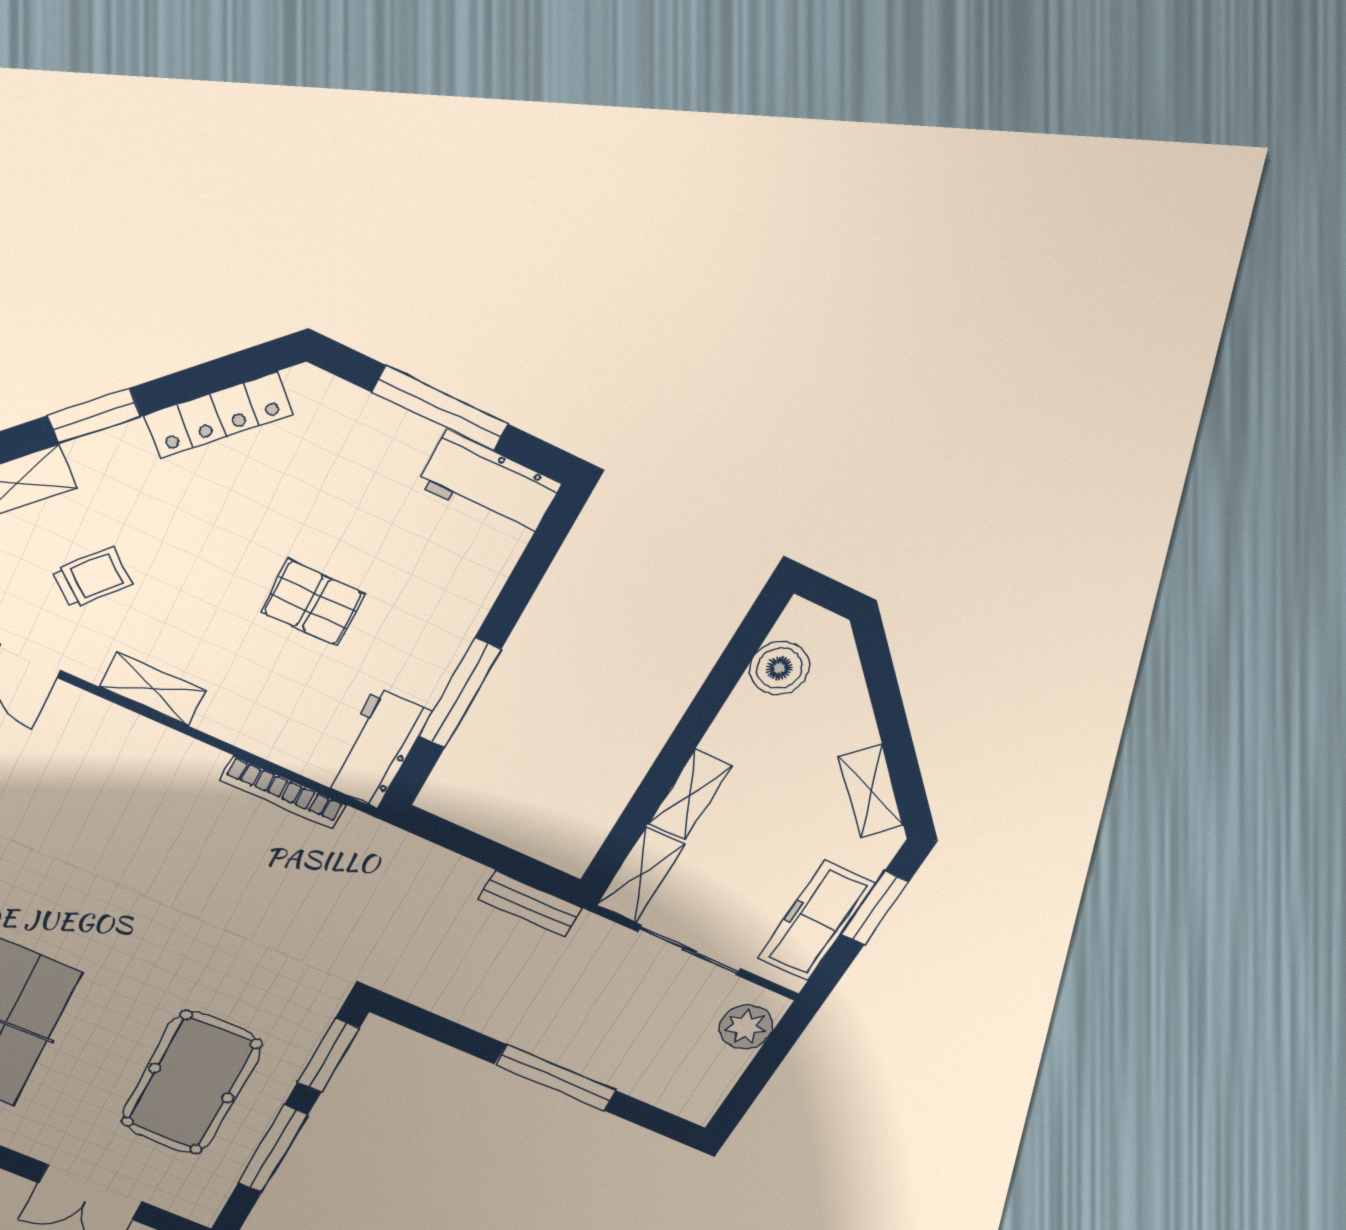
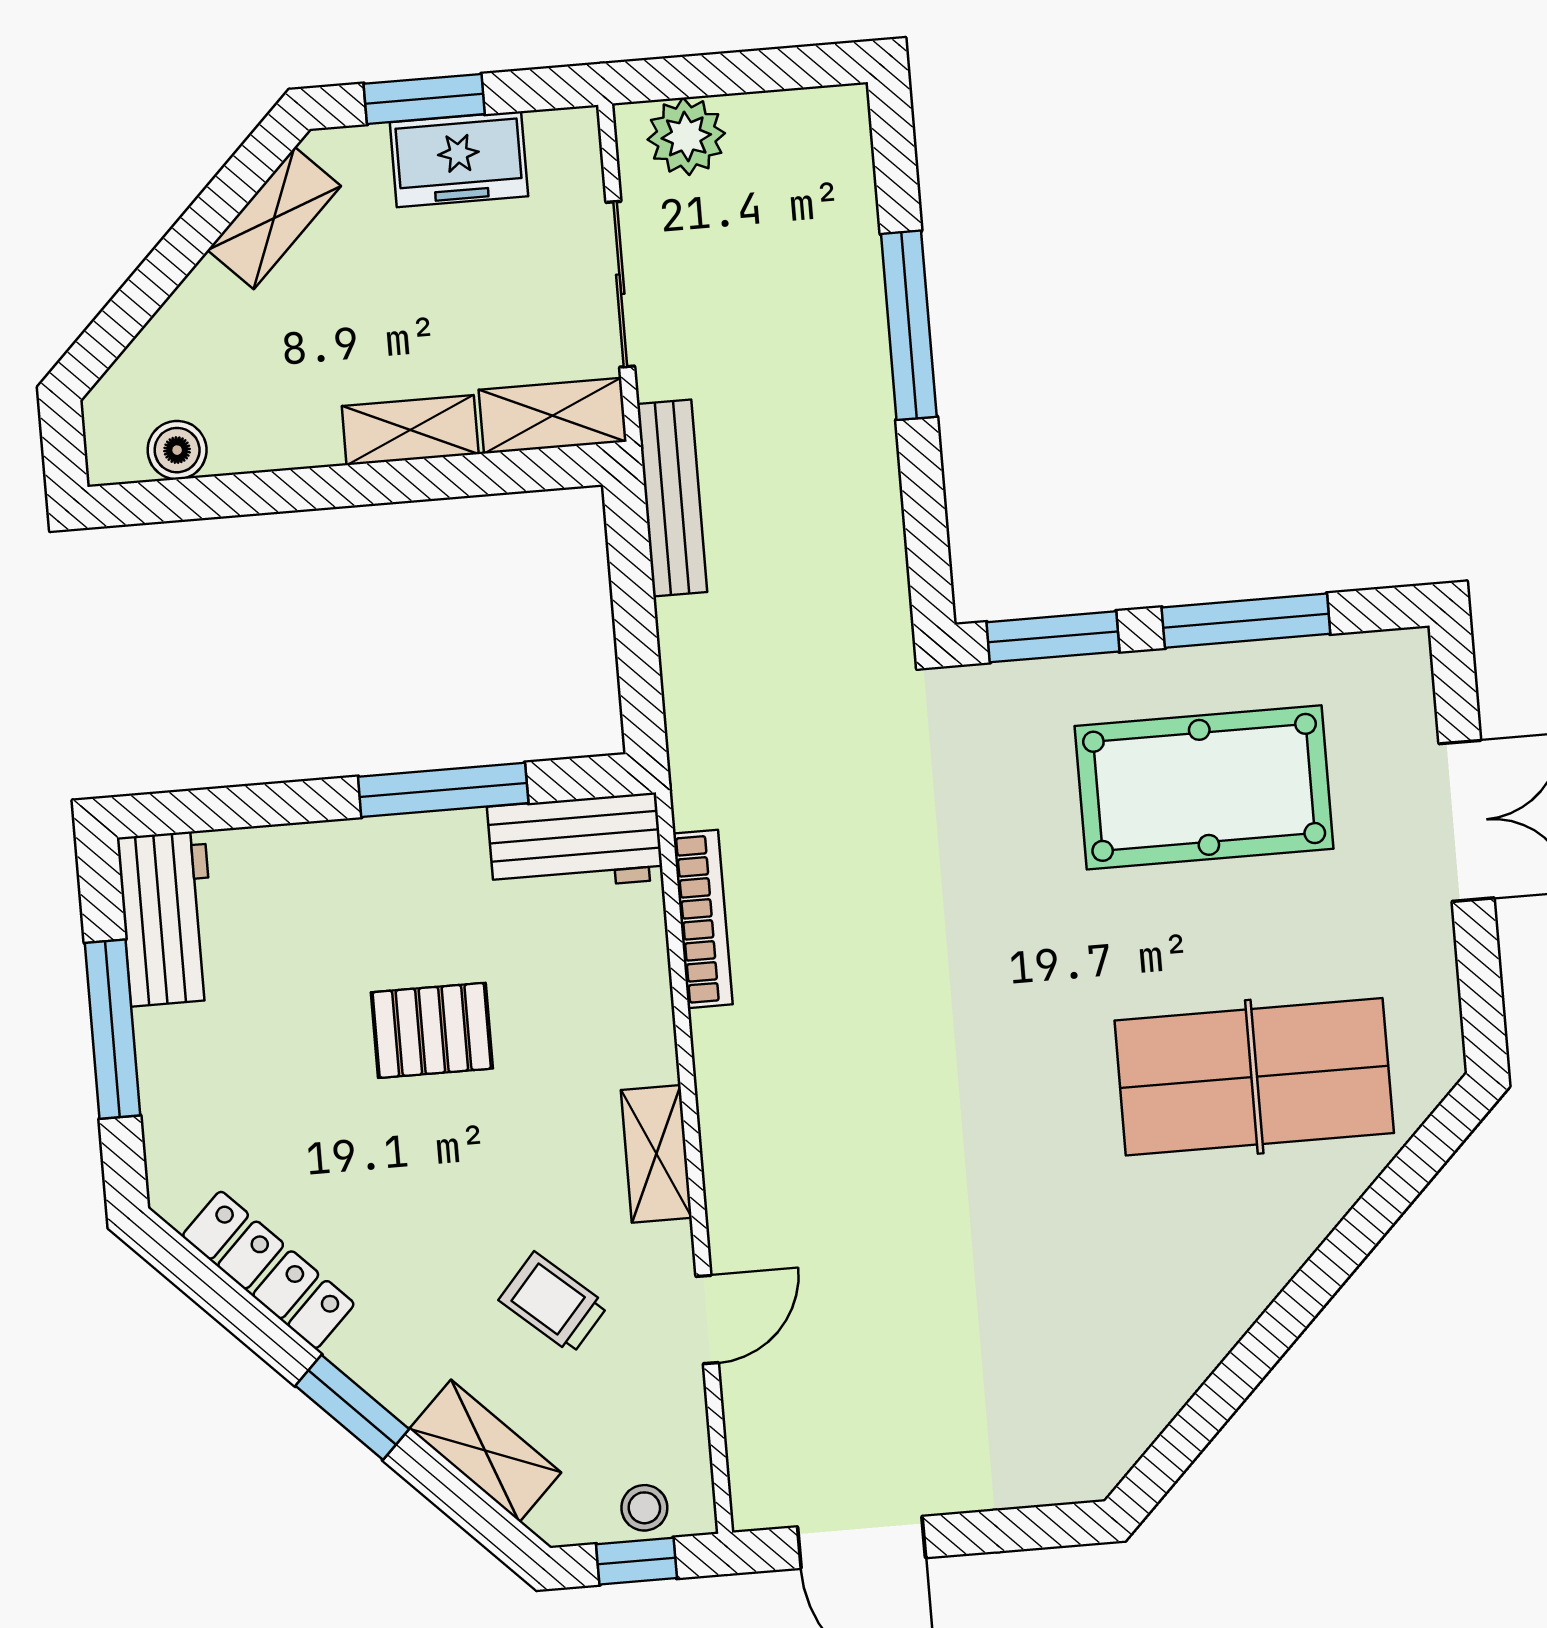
pallet: (313, 603) -> (432, 1030), turned 90
boiler: (779, 668) -> (177, 450), width x0.73, depth x0.73
bench: (530, 904) -> (672, 498), width x1.36
freezer: (816, 921) -> (459, 159), width x0.71

